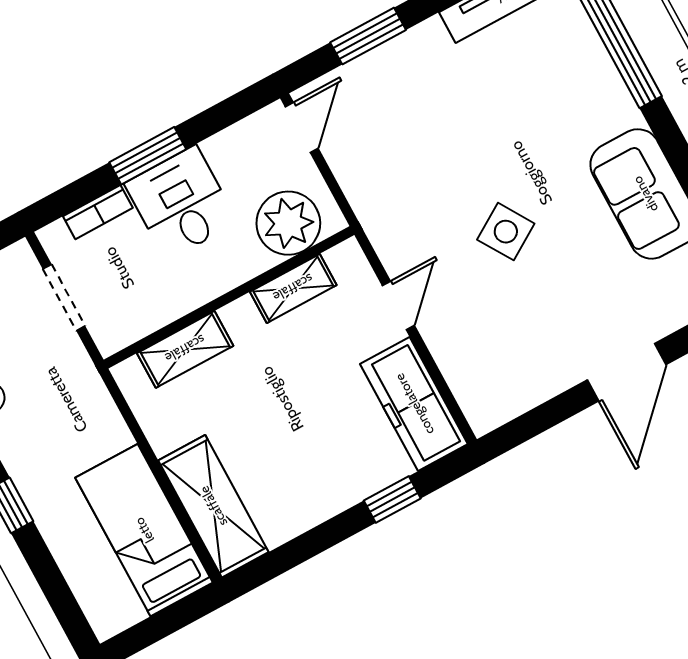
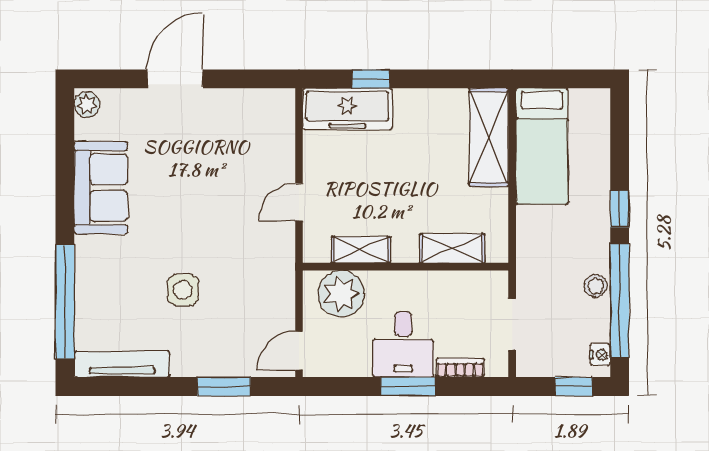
side table: (506, 232) -> (183, 290), moved, turned 32
freezer: (414, 404) -> (347, 109), moved, turned 90

